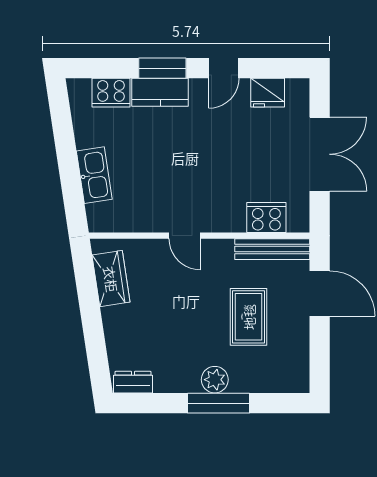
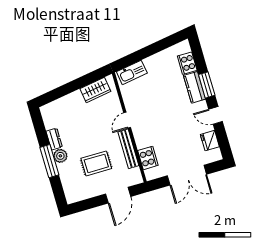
kitchen sink: (94, 175) -> (132, 72), moved
bench: (272, 249) -> (128, 149), moved
dresser: (133, 382) -> (54, 139), moved

